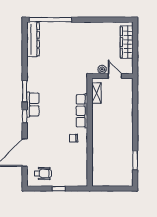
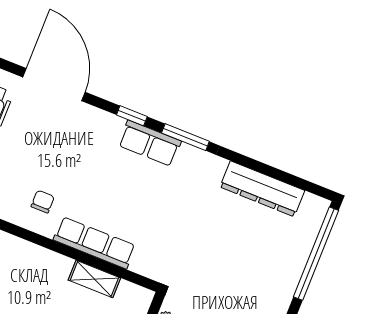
dresser: (33, 39) -> (262, 189), moved
shelving: (96, 93) -> (94, 279), moved

